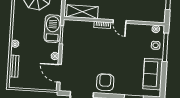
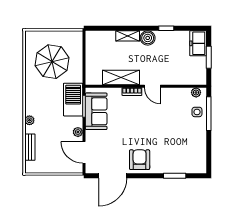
shelving: (82, 12) -> (121, 77), moved
sofa: (153, 74) -> (96, 111), moved, turned 180

